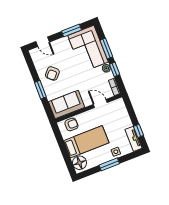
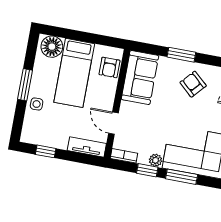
door: (100, 104) -> (113, 123), swing flipped
tv unit: (133, 139) -> (87, 147), moved

